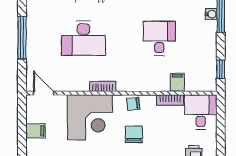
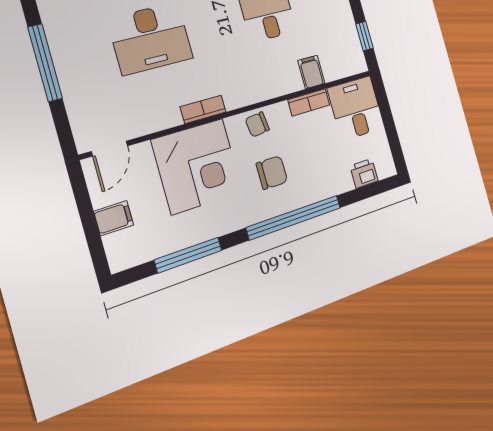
door: (44, 93) -> (110, 149), swing flipped
chair: (134, 134) -> (272, 173), turned 90

